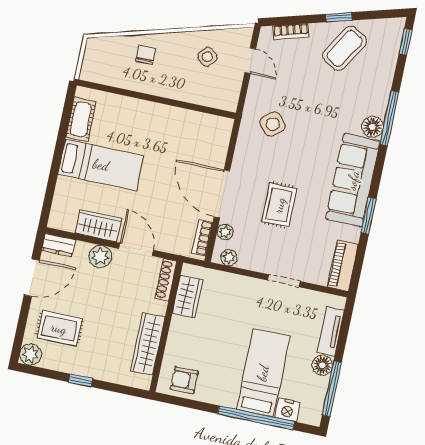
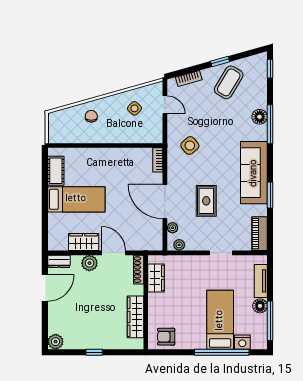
floor lamp: (372, 127) -> (260, 117), moved
bookcase: (202, 238) -> (158, 160), moved
rug: (59, 328) -> (72, 319), removed

